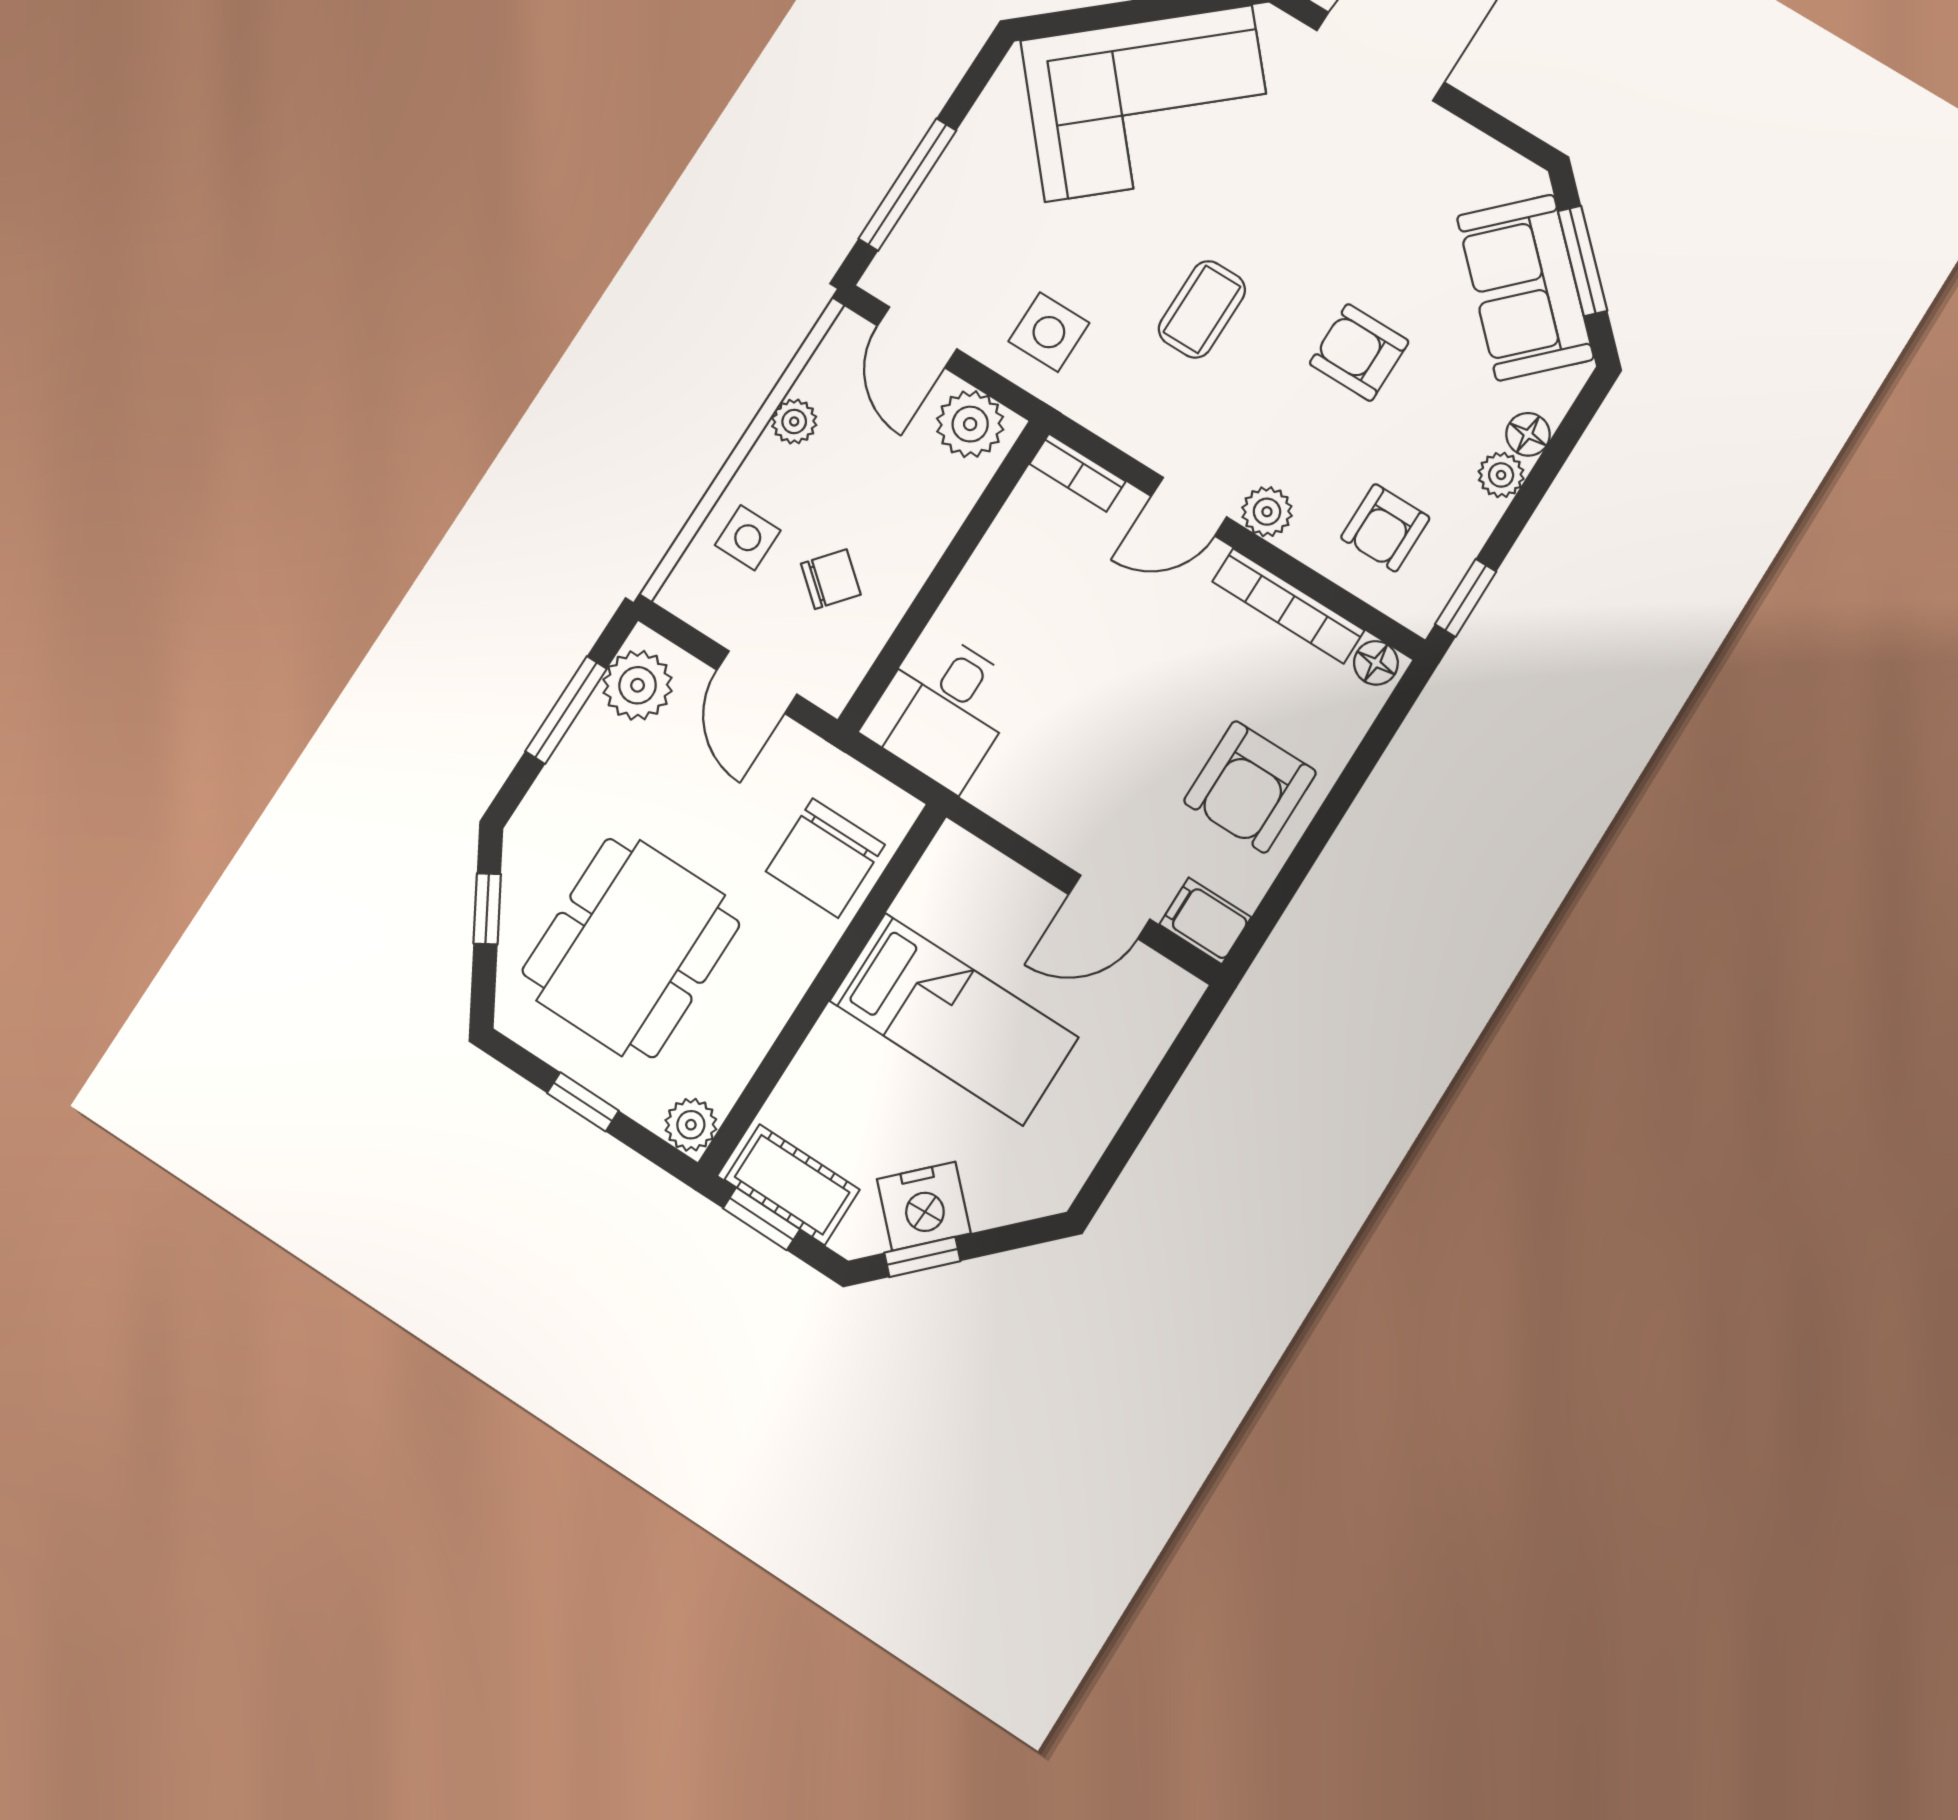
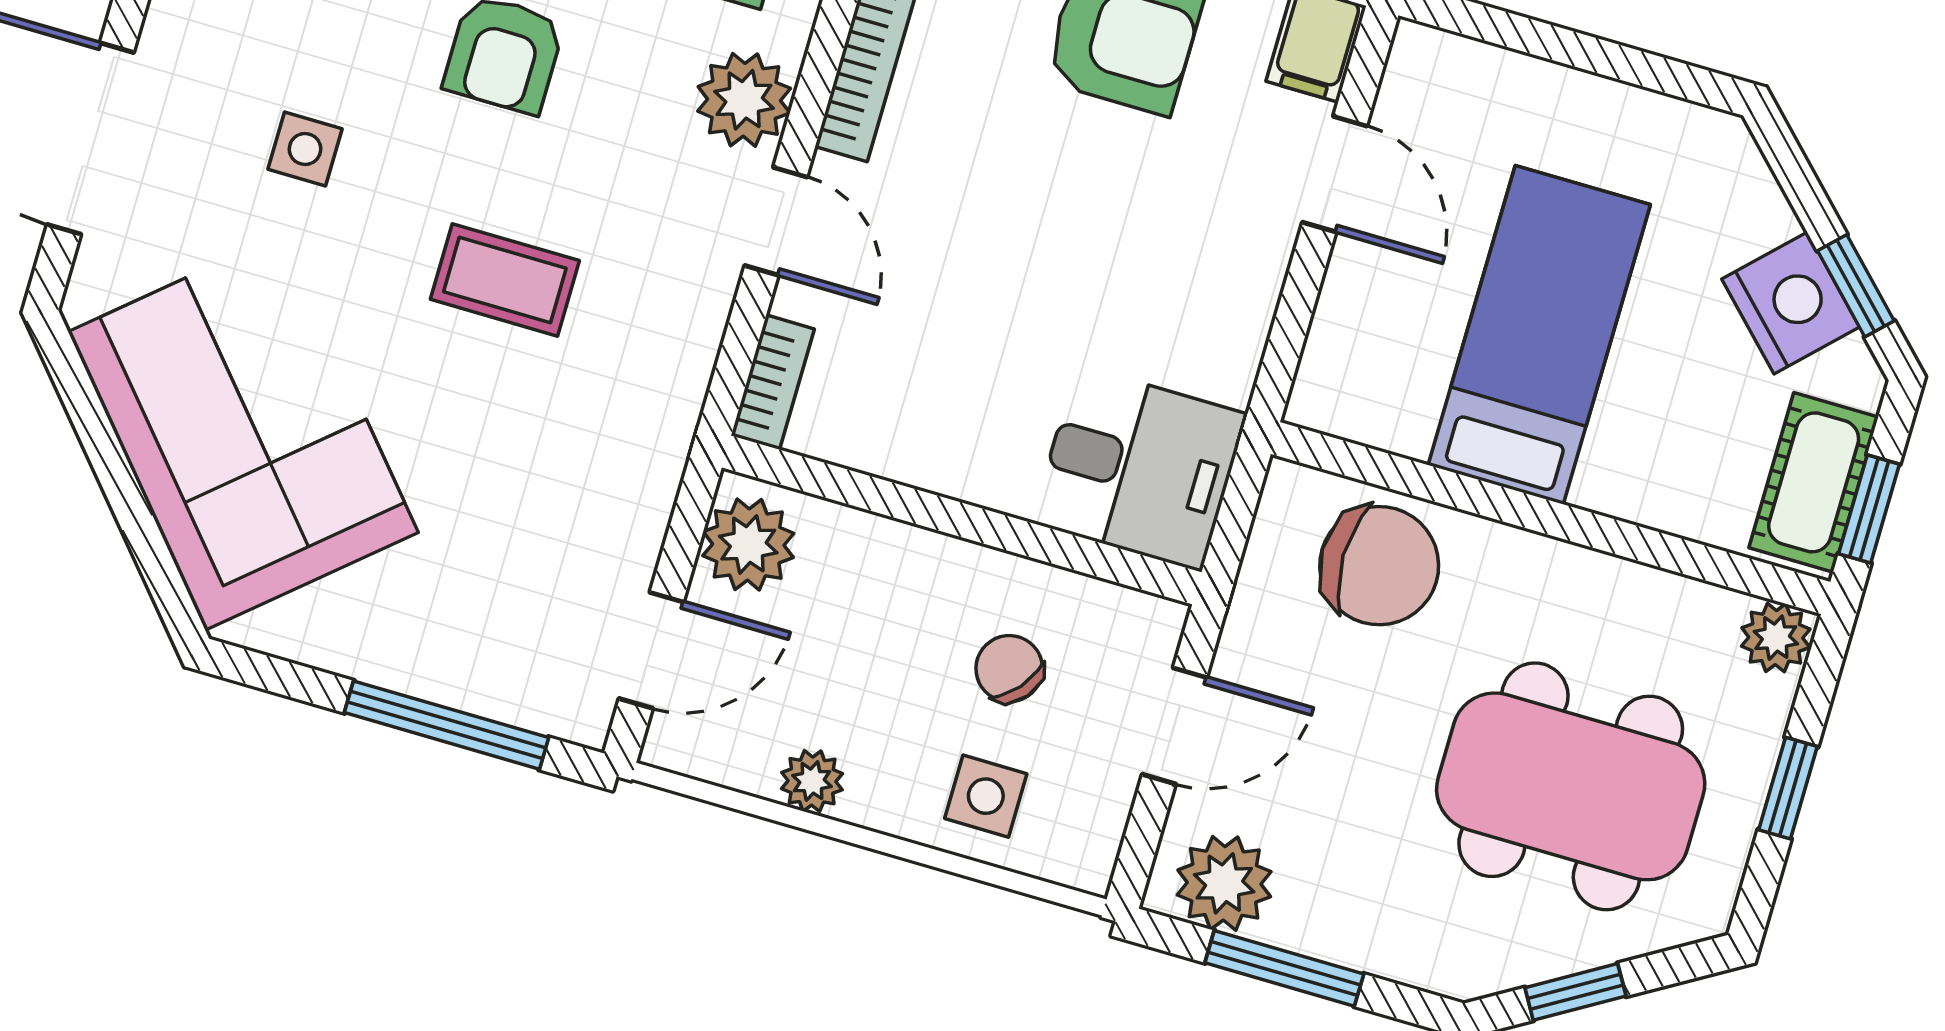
side table: (1049, 332) -> (305, 149), moved, width x0.73, depth x0.73
plant: (1267, 512) -> (744, 100), width x1.38, depth x1.38

